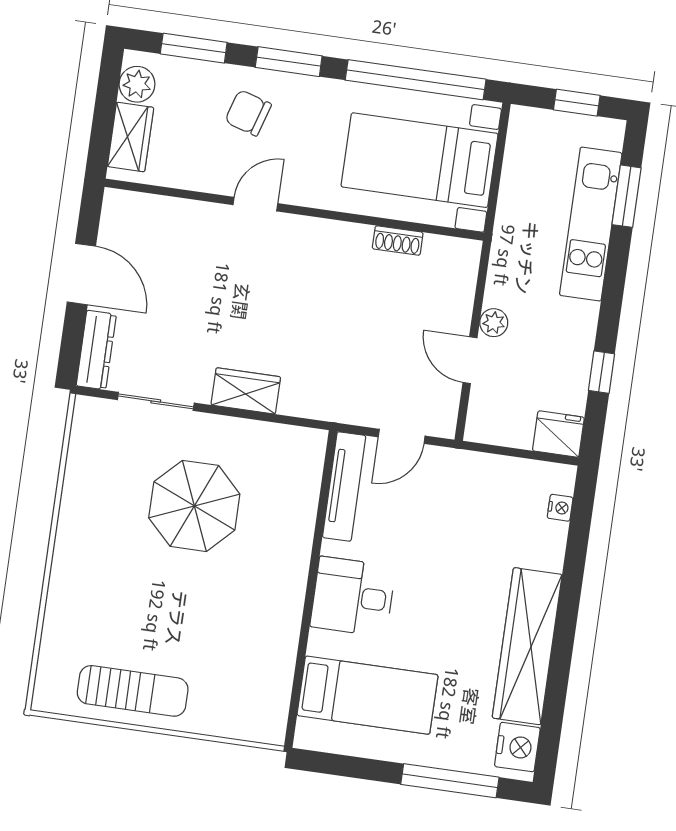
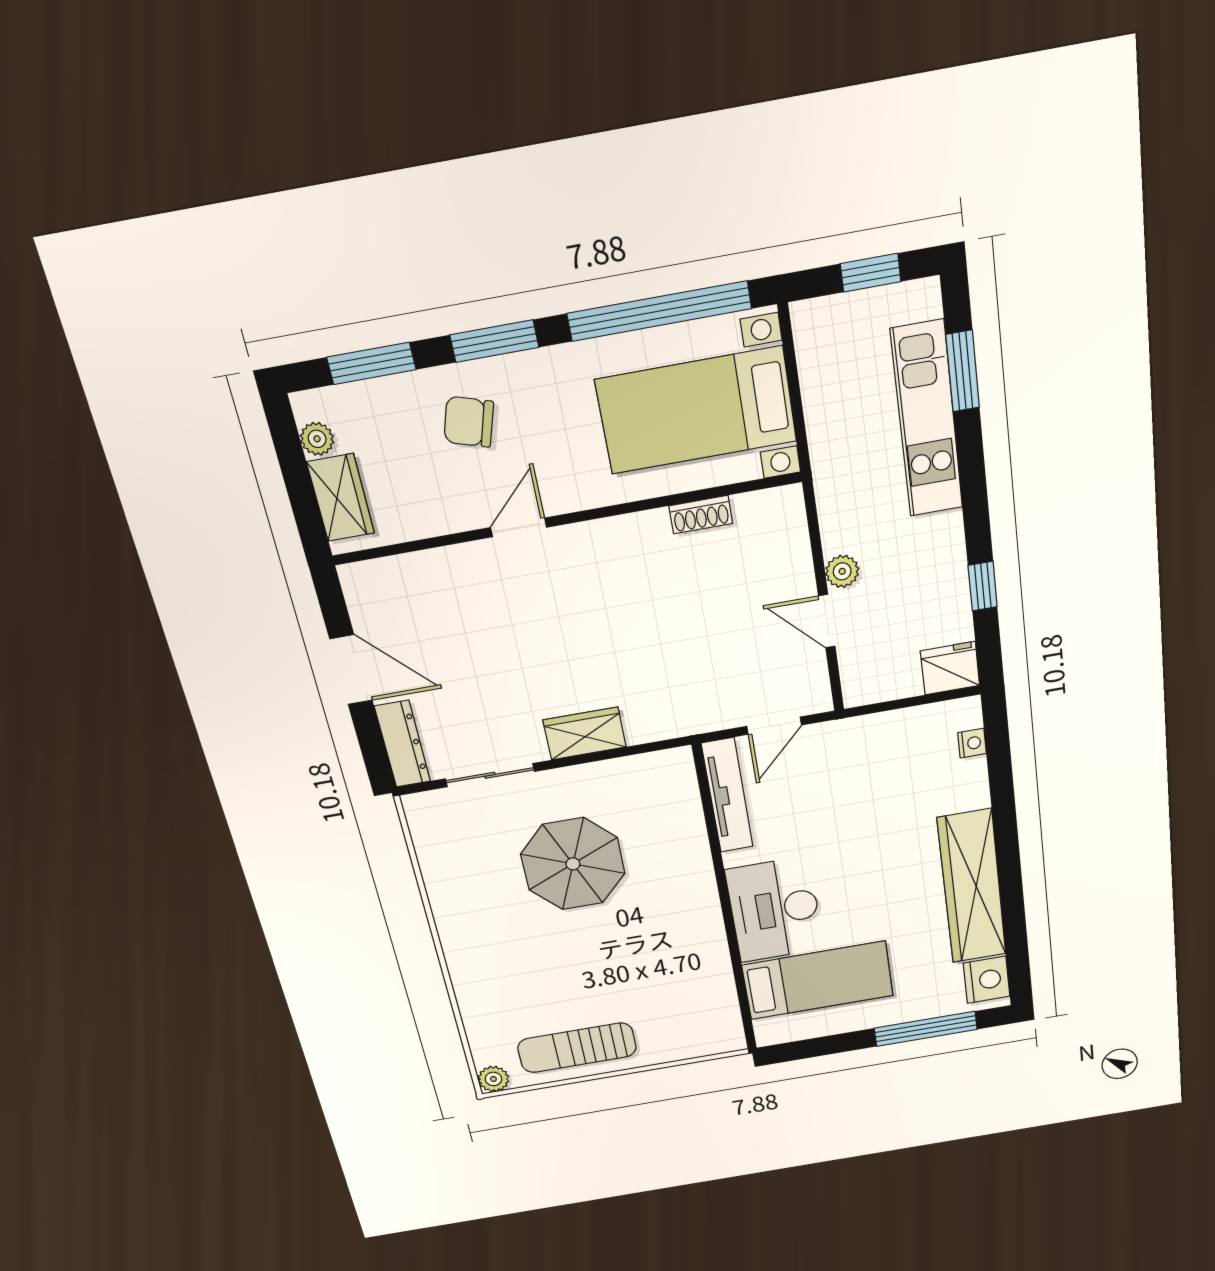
plant: (137, 84) -> (317, 439), width x0.73, depth x0.73
desk: (353, 597) -> (775, 910), width x1.37
sun lounger: (133, 691) -> (577, 1048), turned 180
plant: (47, 698) -> (493, 1079), added

